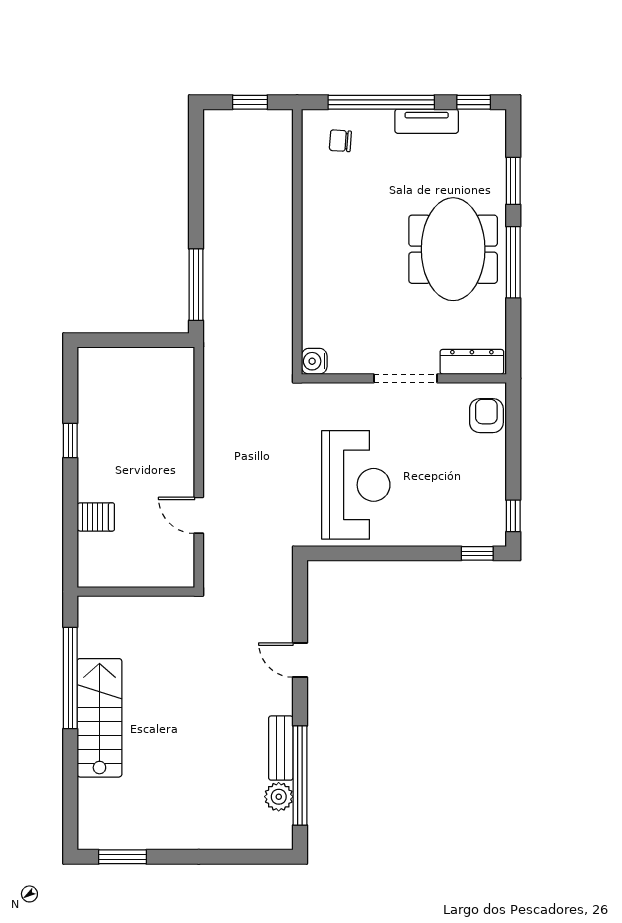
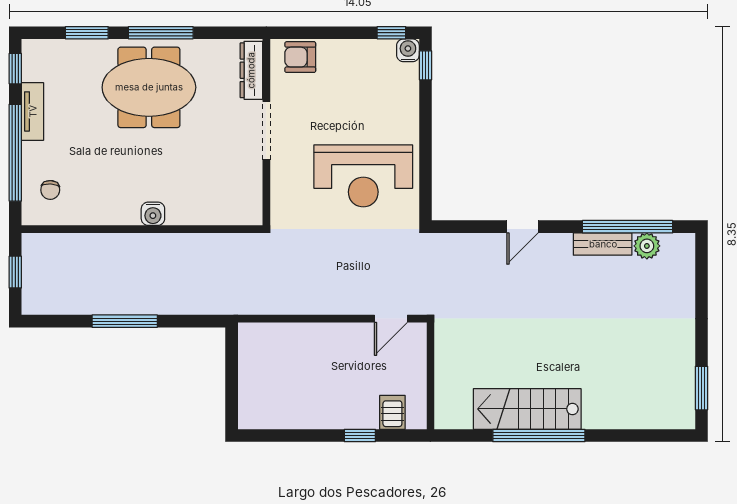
window: (196, 285) -> (125, 321), moved
water cooler: (314, 361) -> (153, 214), moved
window: (70, 441) -> (360, 436), moved
reception desk: (356, 485) -> (363, 176), turned 180
water cooler: (494, 534) -> (408, 50), added
wall: (136, 592) -> (430, 376), moved
stairs: (99, 718) -> (527, 409), moved

